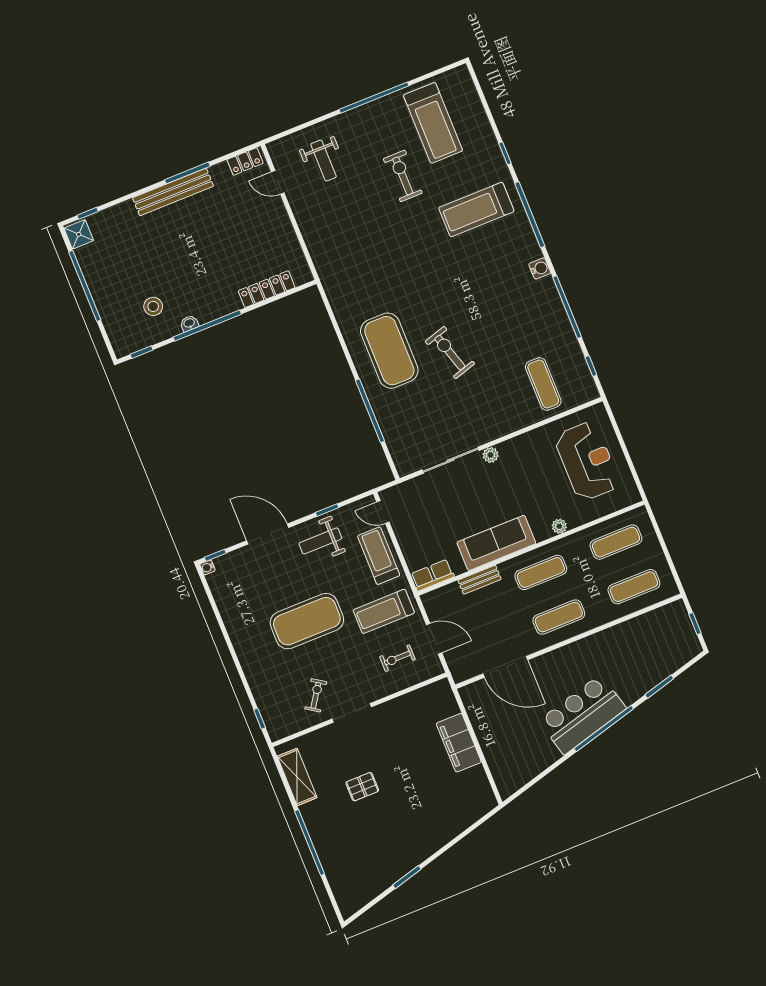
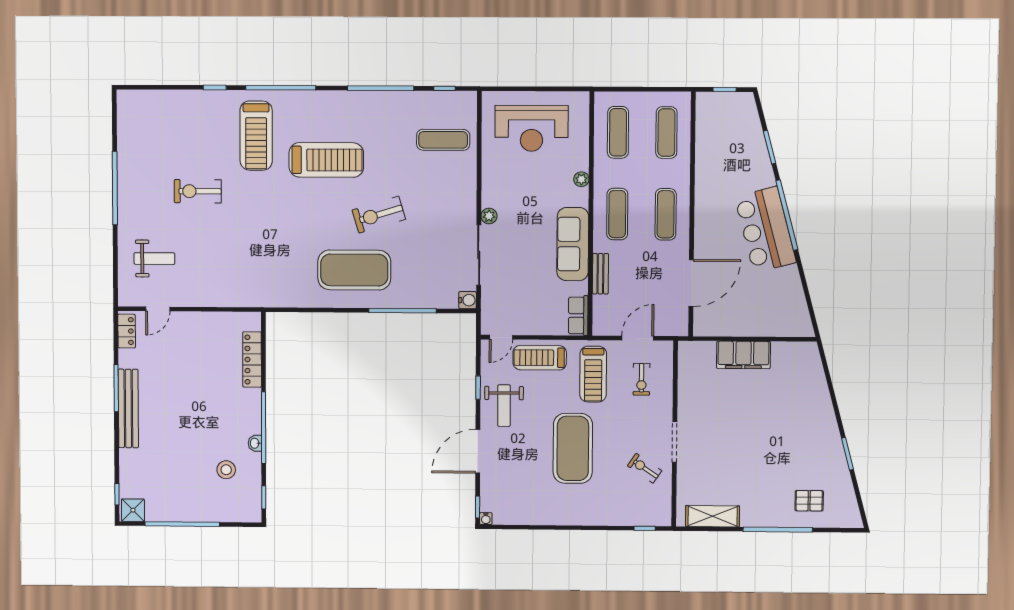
treadmill: (433, 123) -> (326, 160), moved
water cooler: (540, 268) -> (468, 300), moved, turned 90
reception desk: (587, 461) -> (532, 128), turned 180
pallet: (362, 787) -> (809, 501), moved, turned 90

